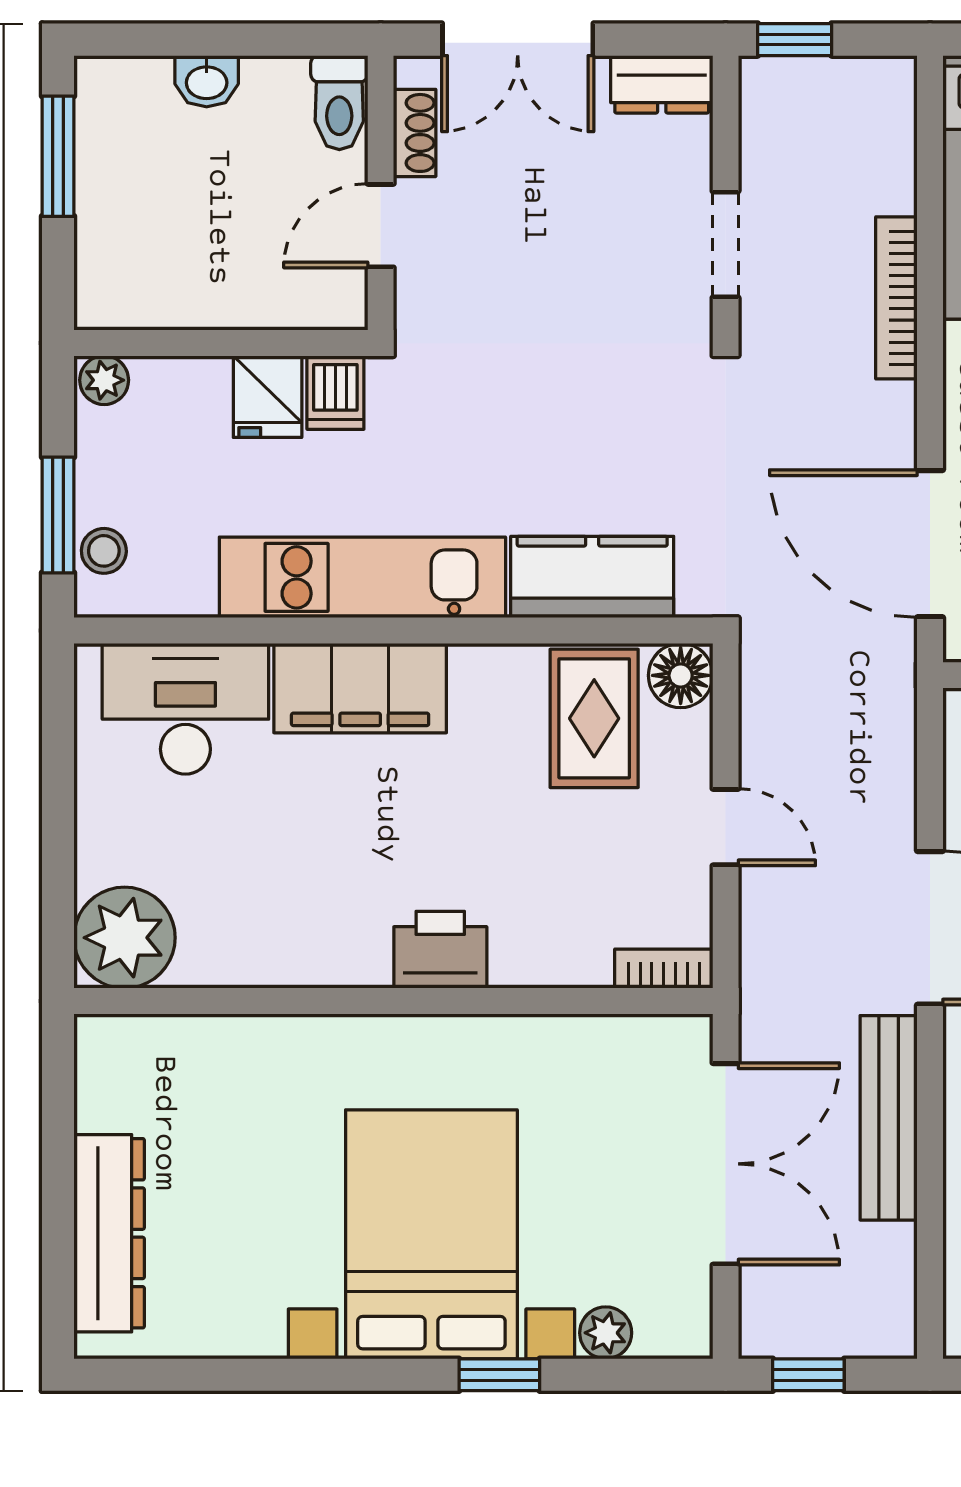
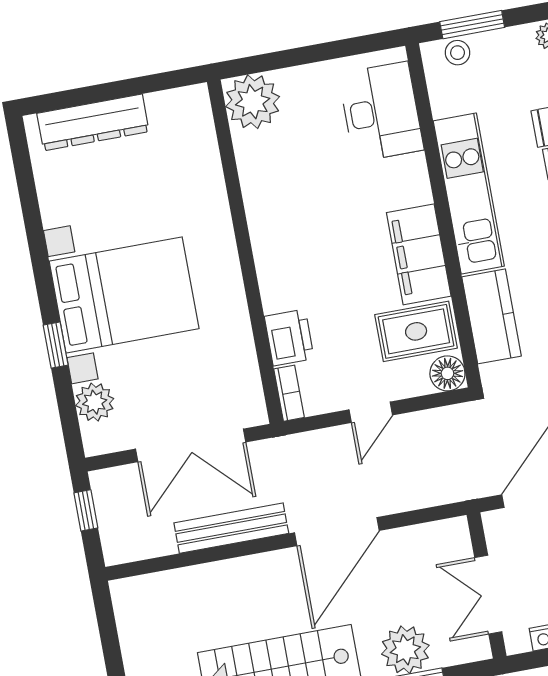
filing cabinet: (360, 688) -> (419, 254), moved
printer: (440, 950) -> (289, 337), moved
plant: (606, 1333) -> (95, 402), width x1.38, depth x1.38

